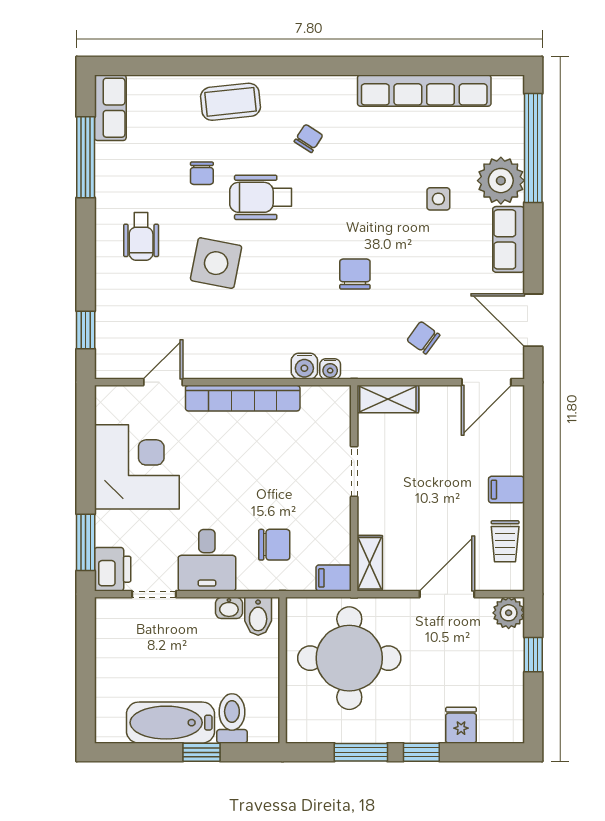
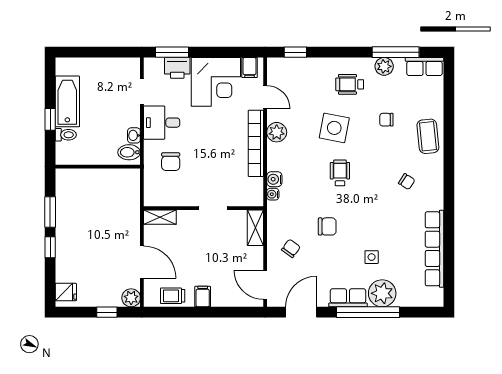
window: (533, 148) -> (368, 312), moved
plant: (110, 177) -> (384, 66), added
wheelchair: (261, 197) -> (340, 173), moved, width x0.73, depth x0.73
chair: (355, 274) -> (327, 226), moved
plant: (224, 362) -> (277, 132), added
printer: (113, 569) -> (177, 68), moved
filing cabinet: (334, 578) -> (250, 68), moved, turned 180
round table: (349, 658) -> (105, 205), removed
toilet: (232, 718) -> (66, 135), width x0.73, depth x0.72
fridge: (461, 725) -> (66, 292), moved

